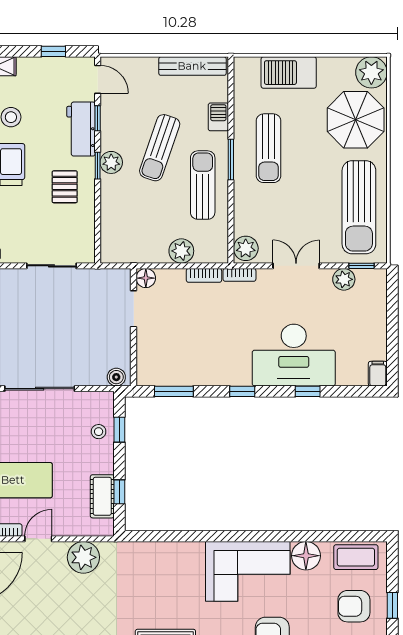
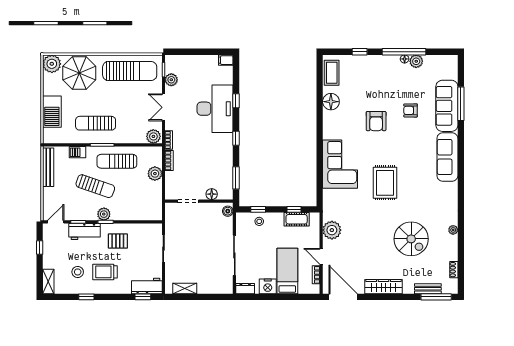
sun lounger: (269, 148) -> (96, 123), turned 180
floor lamp: (146, 278) -> (212, 194), moved
corner sofa: (248, 571) -> (340, 164), moved
armchair: (354, 606) -> (360, 74), removed

